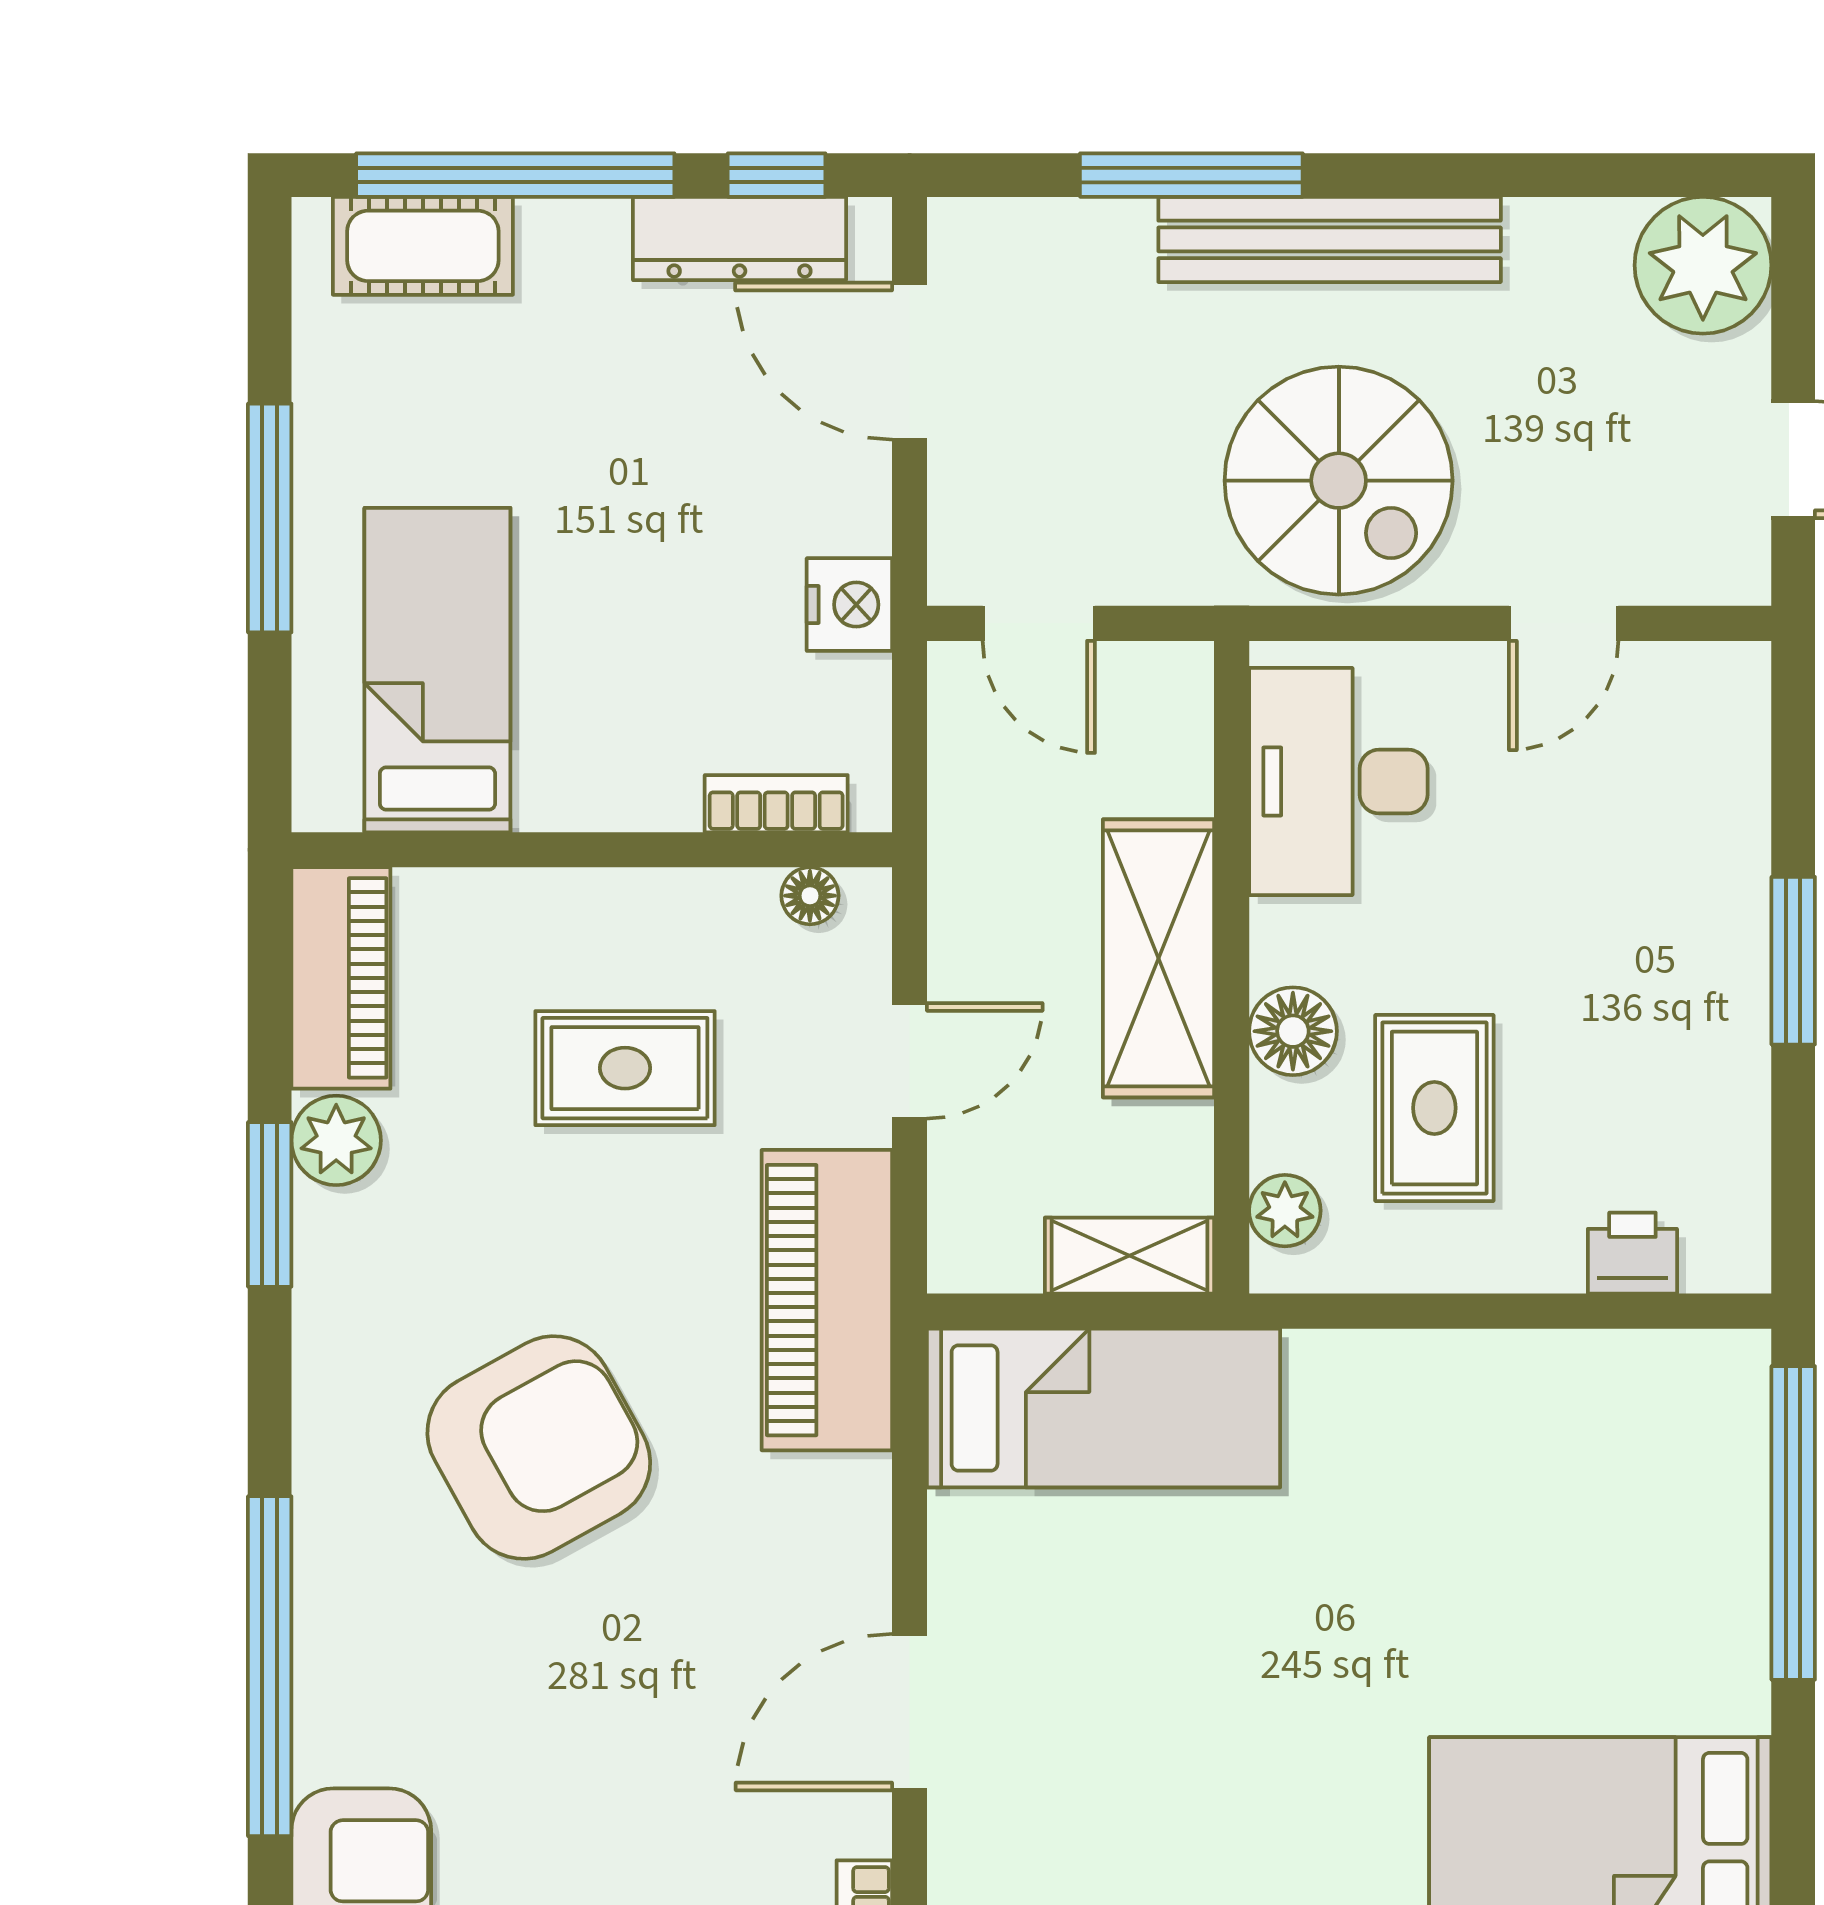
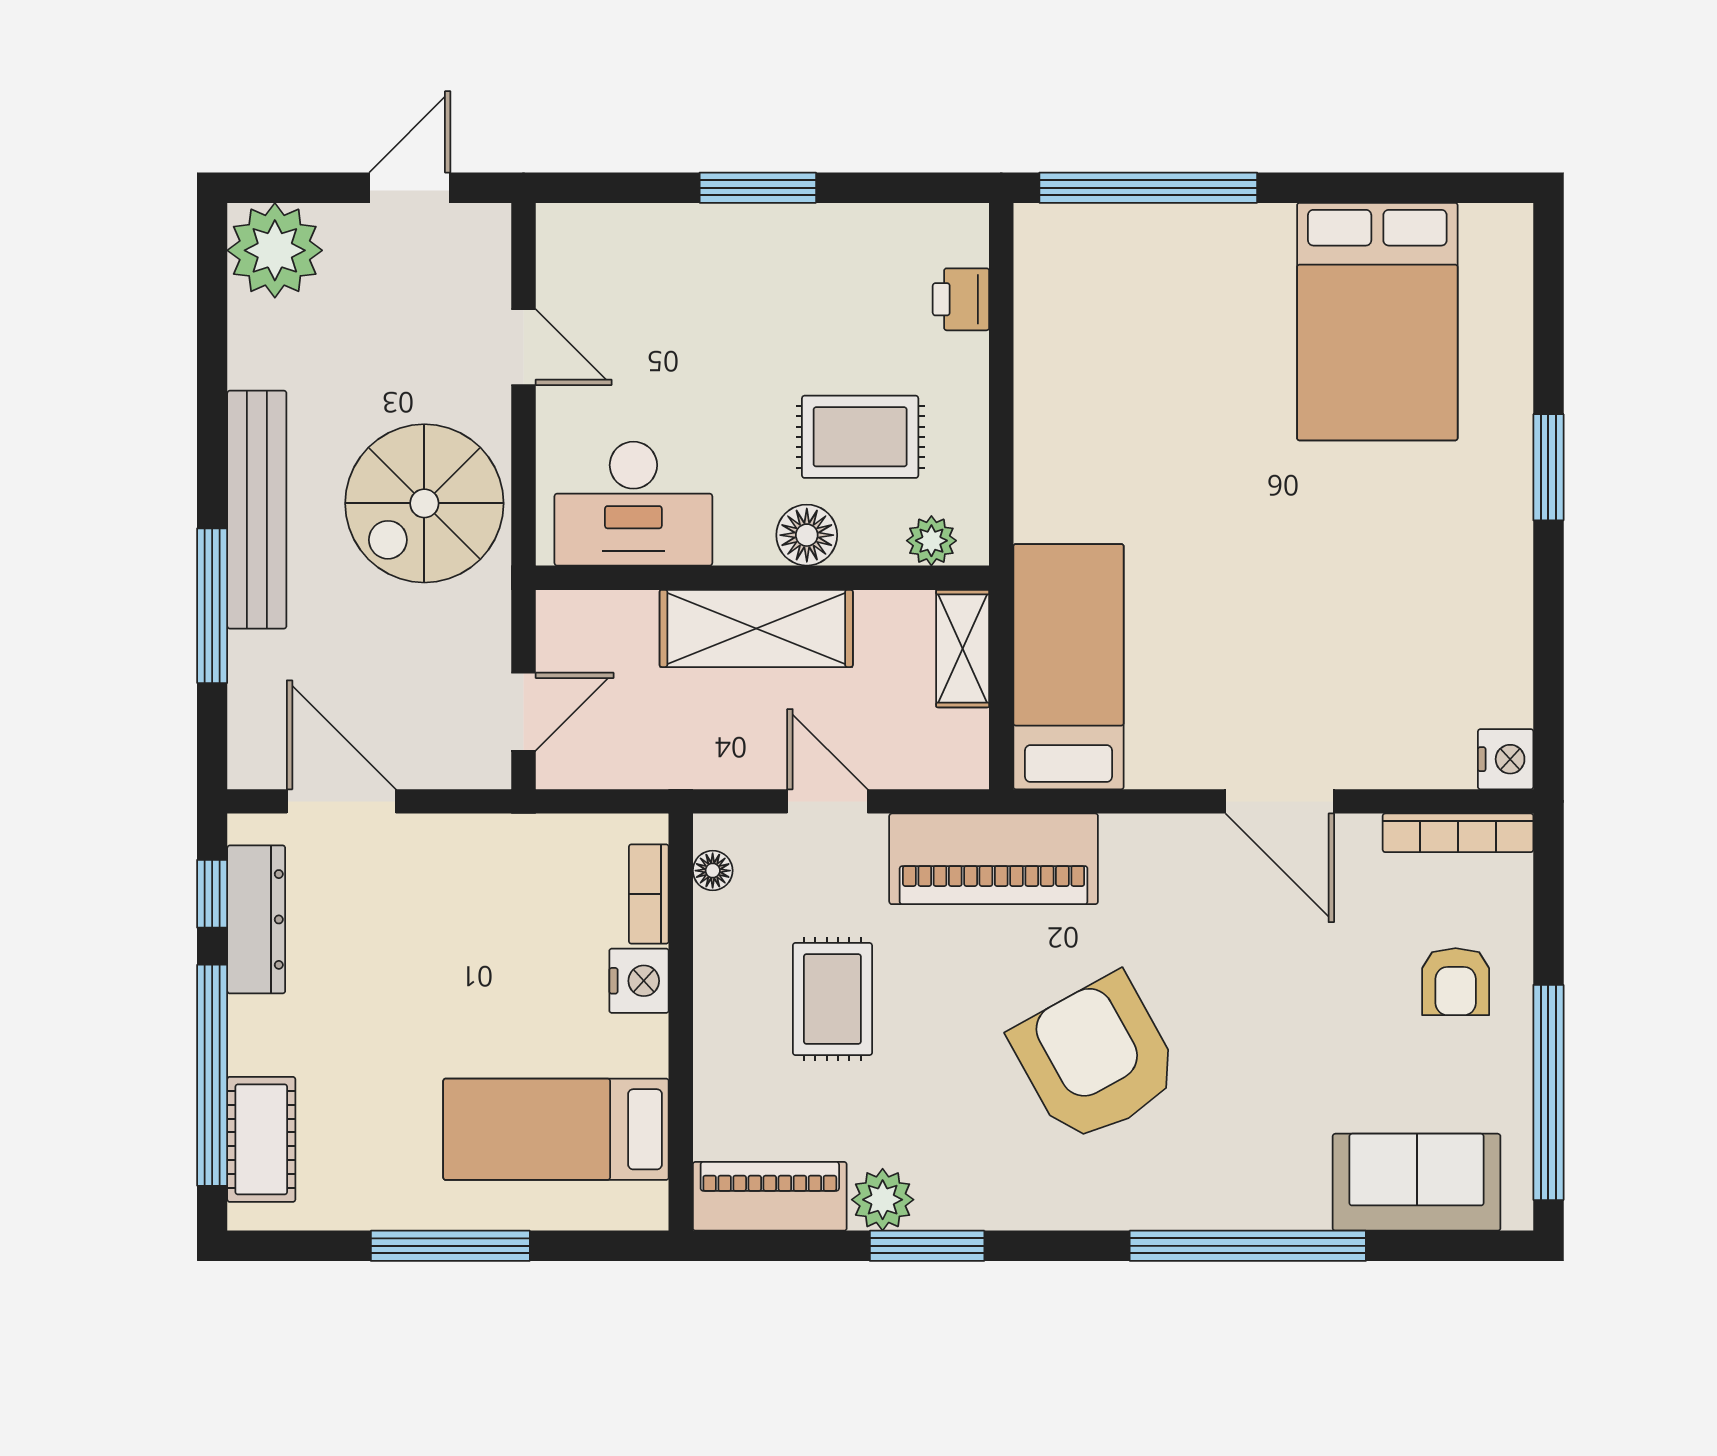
door: (910, 361) -> (341, 801), swing flipped
spiral stairs: (1339, 481) -> (424, 503), turned 180
nightstand: (849, 605) -> (639, 981), moved, turned 90

